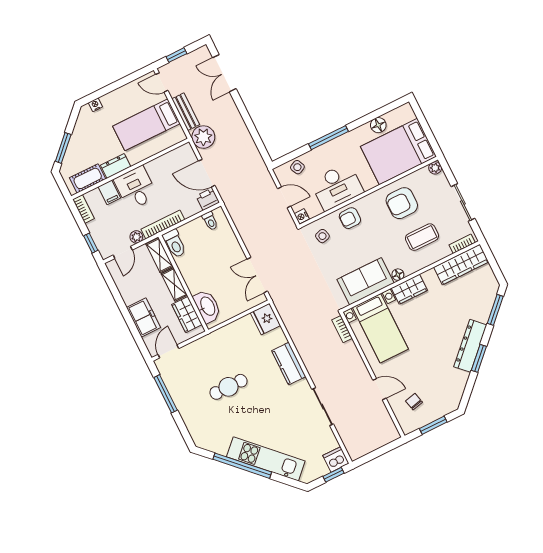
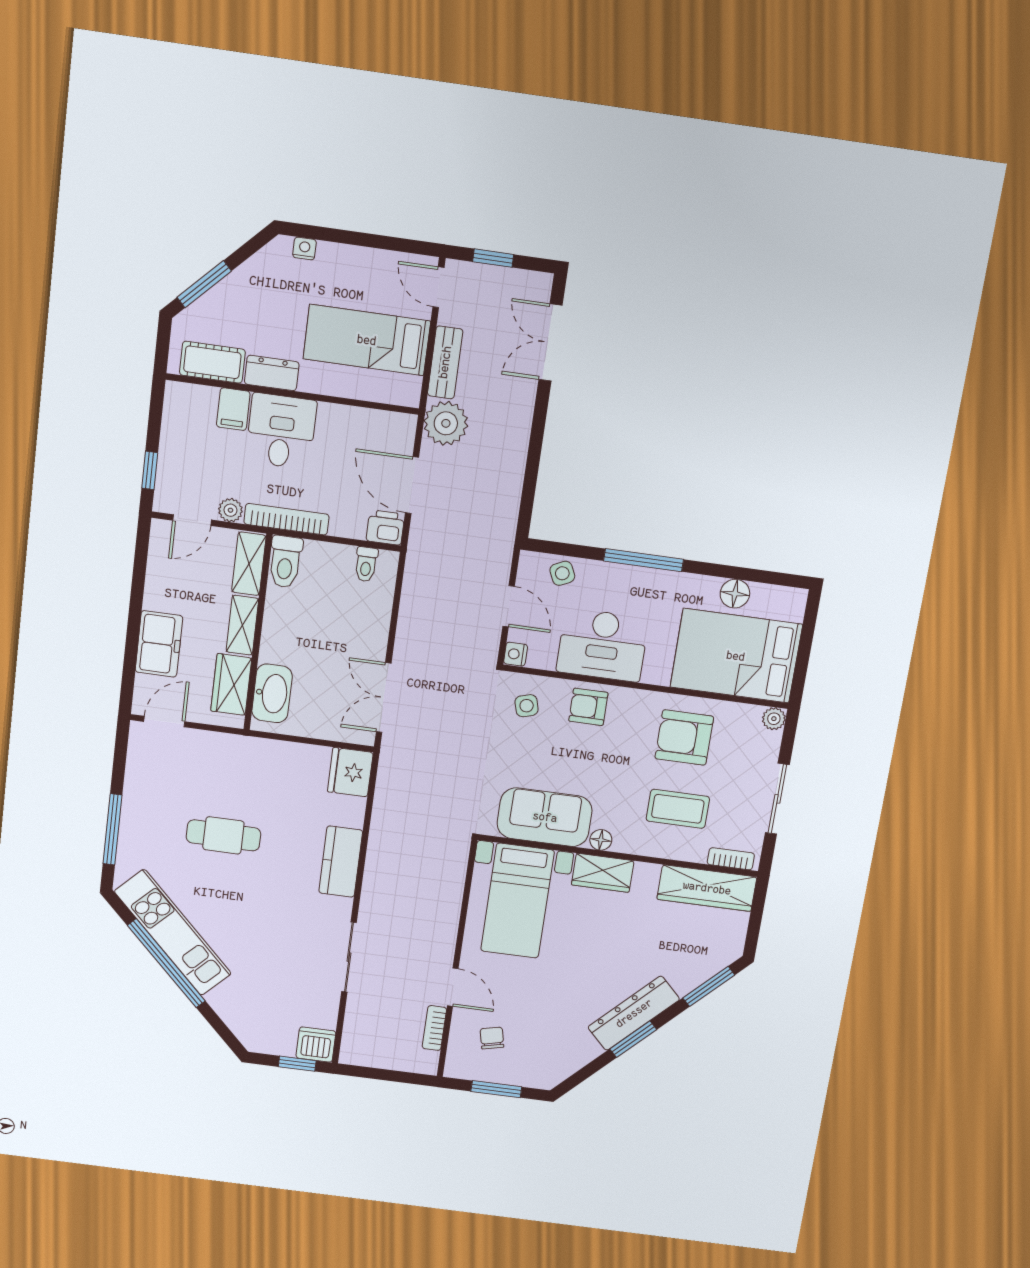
bookcase: (84, 209) -> (173, 408), removed
bookcase: (342, 329) -> (434, 1028), moved
window: (166, 394) -> (113, 829), moved
kitchen unit: (266, 459) -> (173, 933), moved

